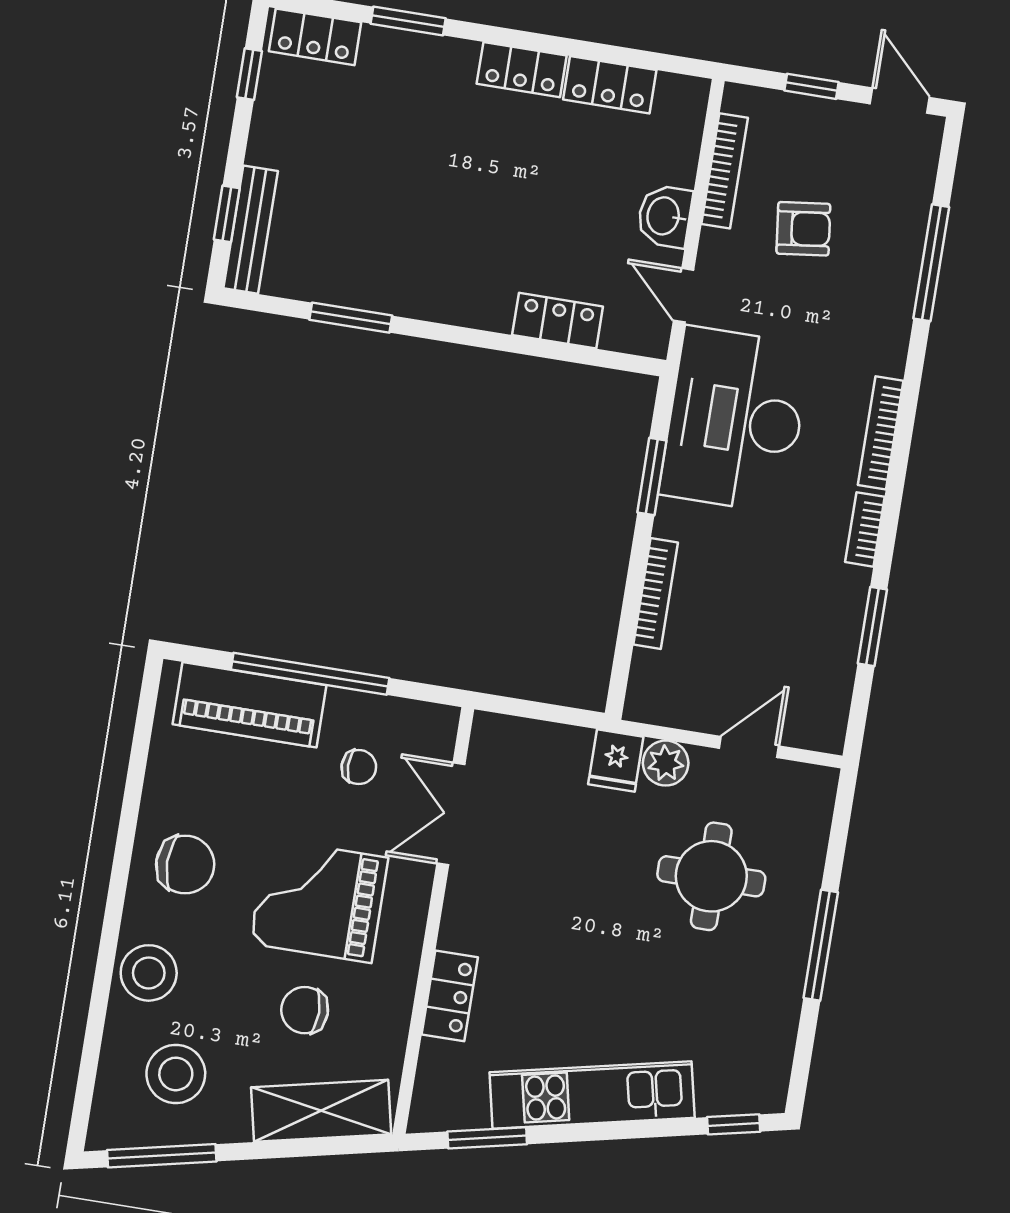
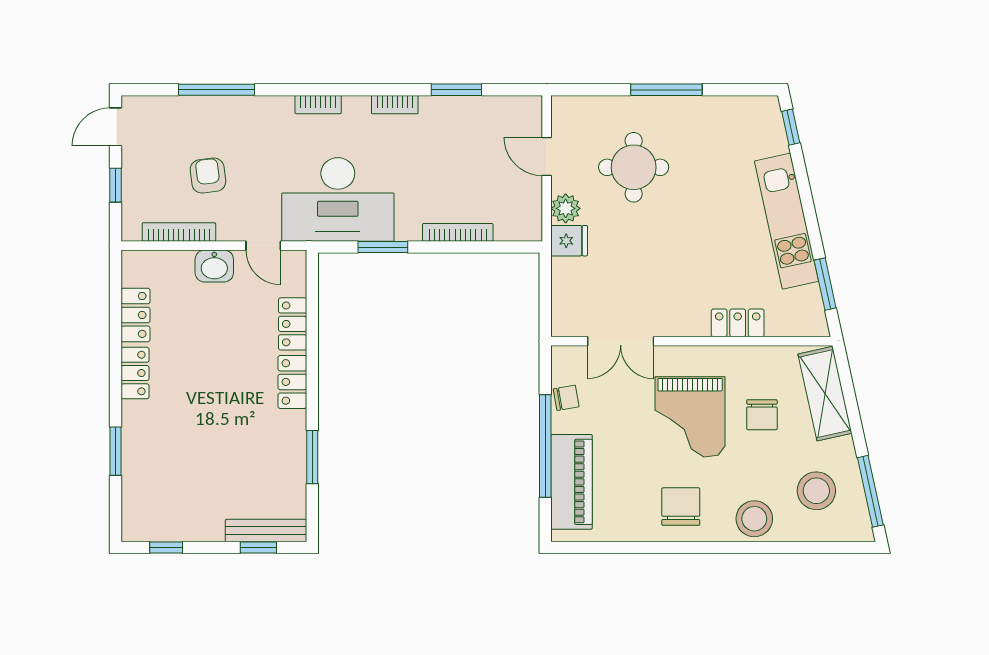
locker: (315, 37) -> (292, 382), moved, turned 180
door: (683, 295) -> (263, 246), hinge flipped
bookcase: (881, 433) -> (318, 105), width x0.64
chair: (359, 767) -> (566, 398), moved, turned 80

